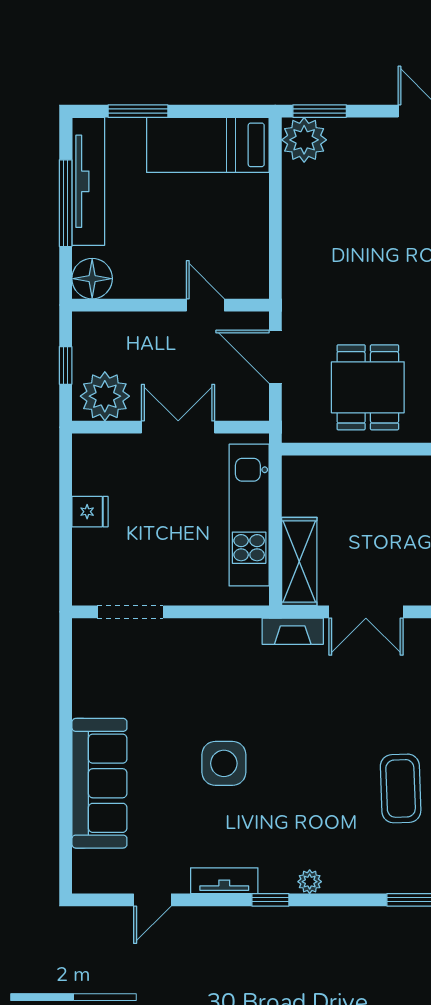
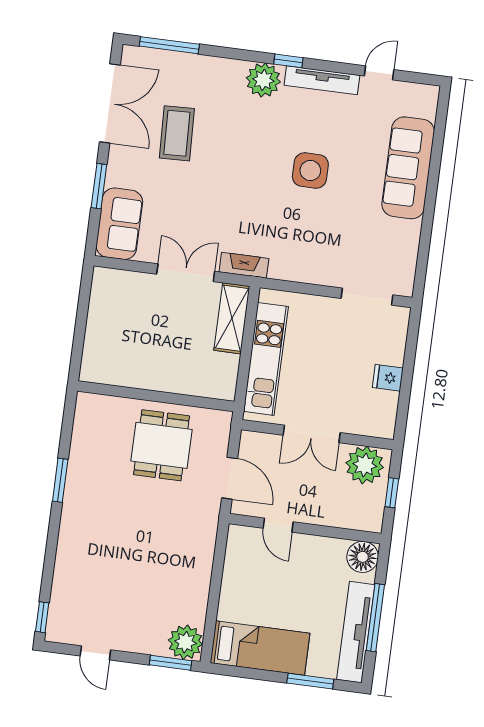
tv unit: (224, 881) -> (322, 80), width x1.41
plant: (310, 882) -> (263, 80), width x1.87, depth x1.87

